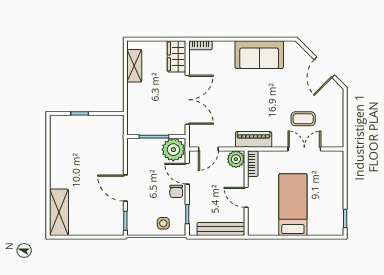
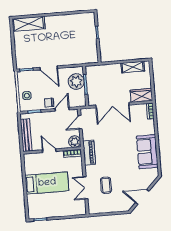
door: (208, 149) -> (80, 122), hinge flipped
double door: (304, 149) -> (85, 188), swing flipped
plant: (173, 150) -> (76, 82), moved
door: (125, 188) -> (49, 68), swing flipped
door: (246, 197) -> (49, 151), hinge flipped

